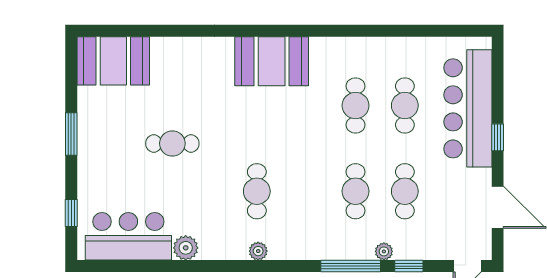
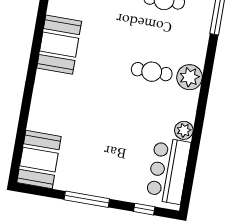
window: (71, 134) -> (87, 199), width x1.44
cafe table: (172, 143) -> (106, 127), removed
plant: (258, 251) -> (189, 77), width x1.88, depth x1.88

